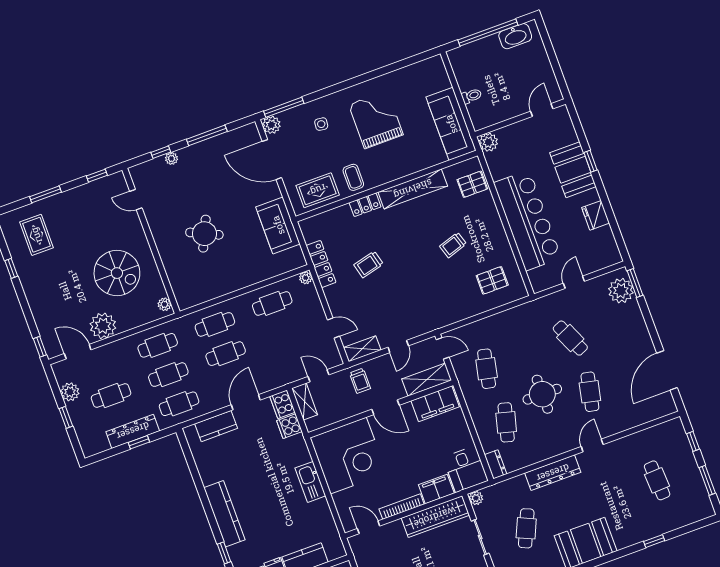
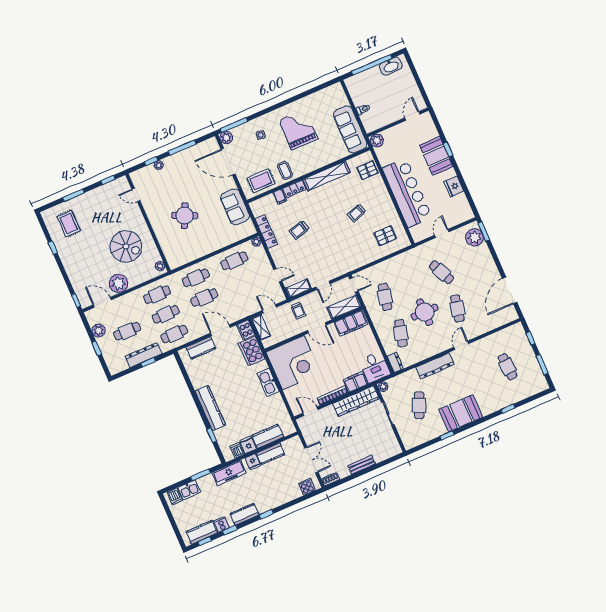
filing cabinet: (344, 215) -> (280, 197), added
door: (246, 402) -> (220, 330), hinge flipped
cooker: (289, 426) -> (252, 351), width x1.87, depth x1.31

